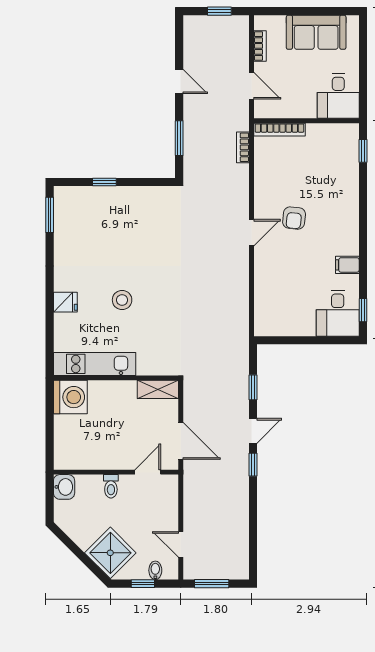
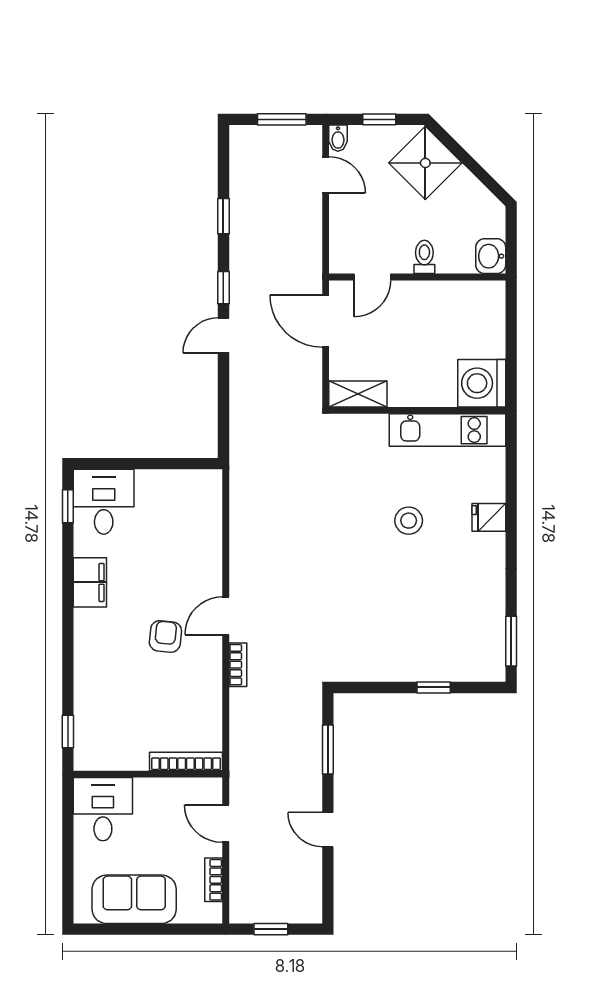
bookcase: (243, 147) -> (238, 665), moved
filing cabinet: (347, 265) -> (90, 582), width x2.00
window: (253, 387) -> (223, 216), moved
bidet: (155, 570) -> (338, 138), moved

